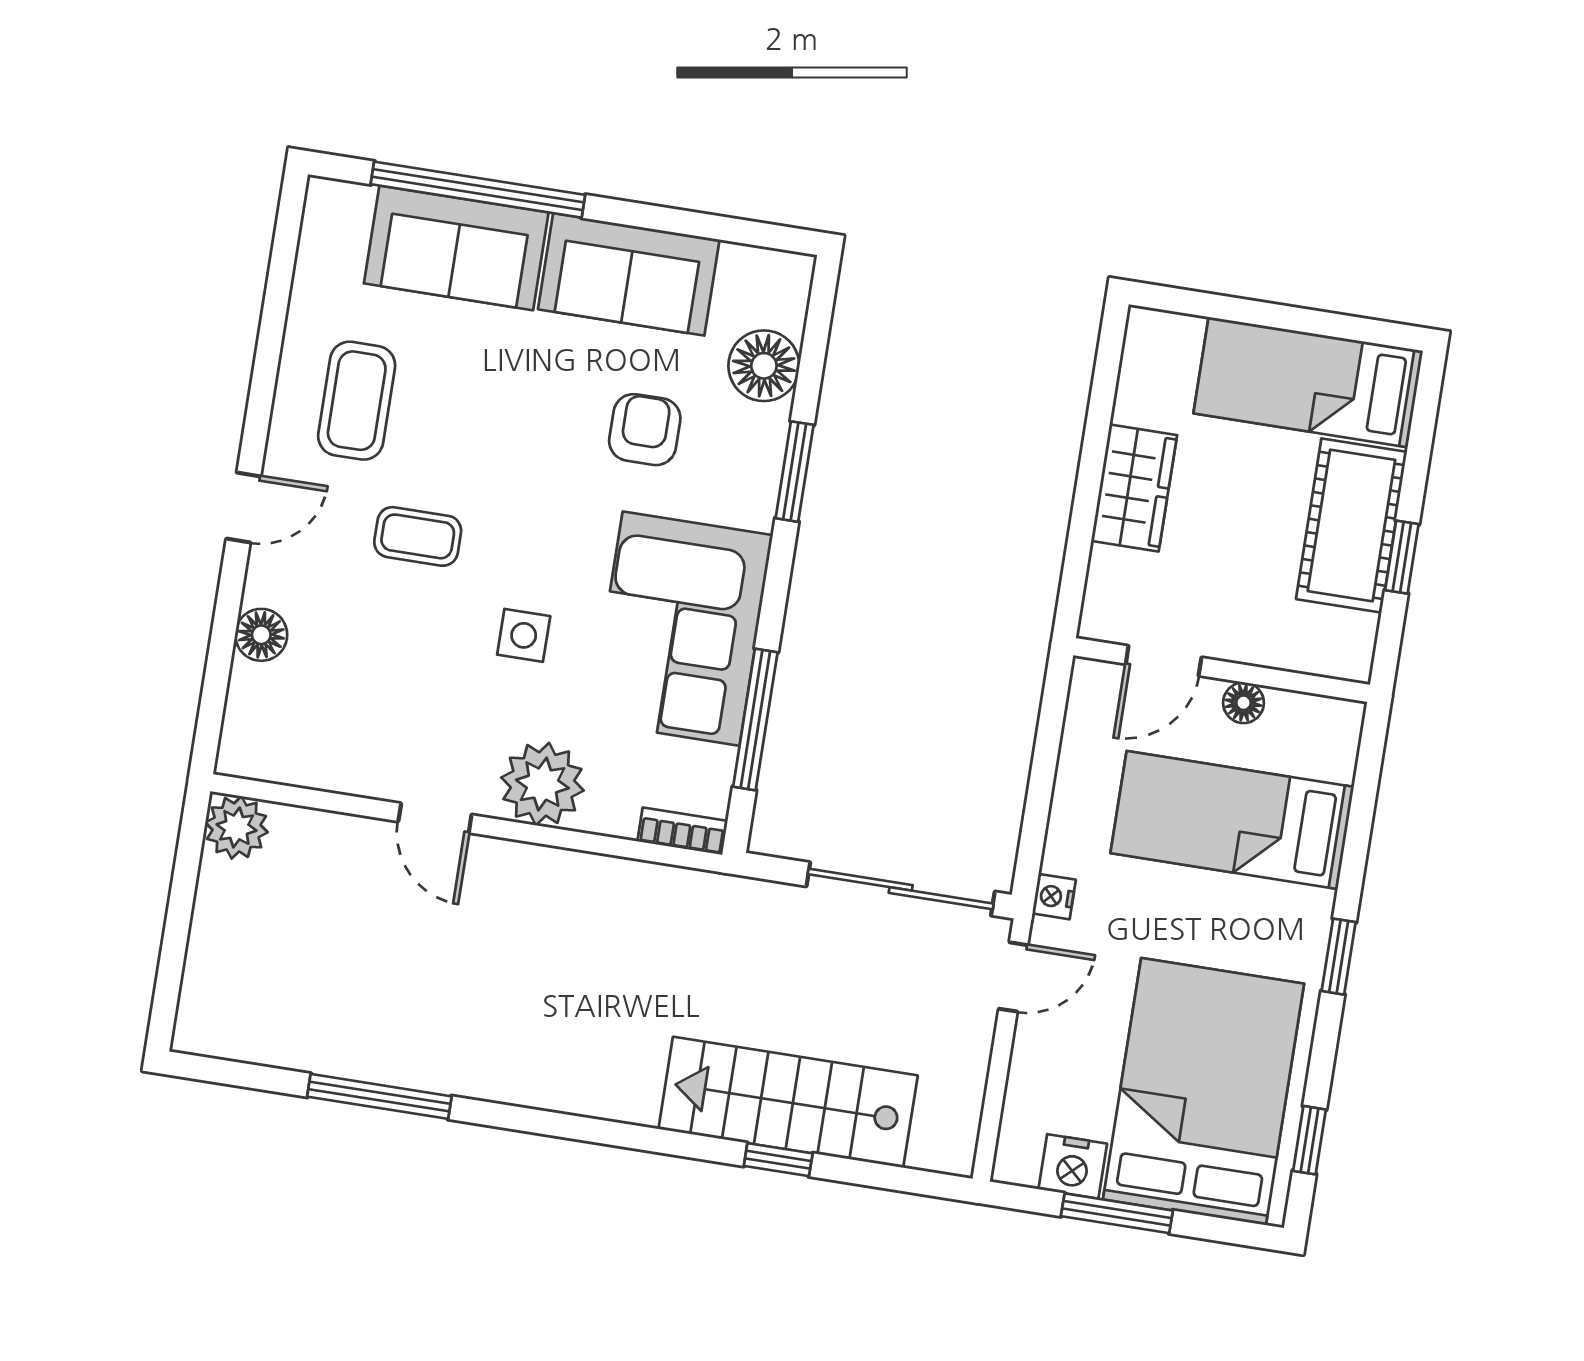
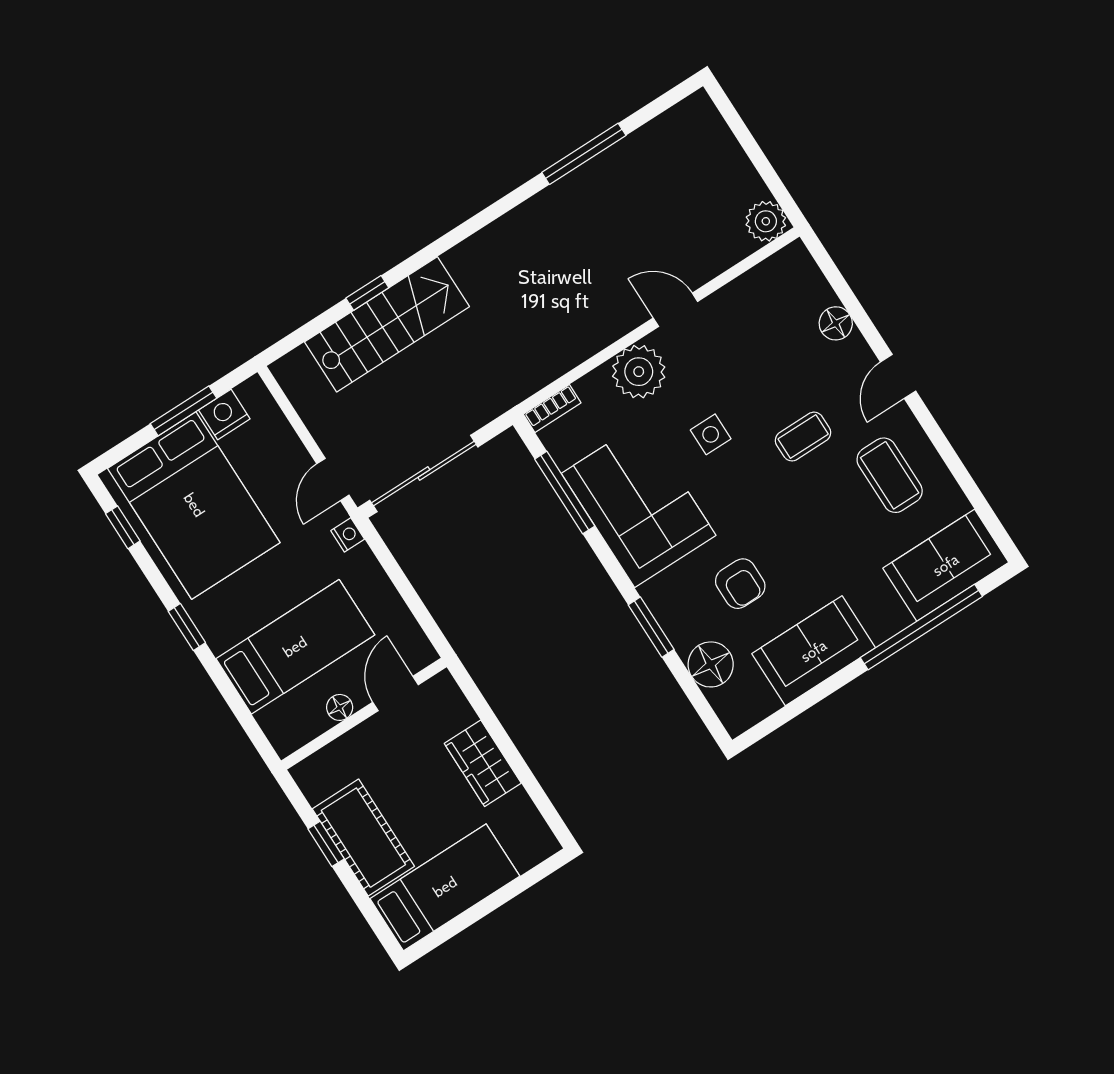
sofa: (456, 248) -> (946, 565), moved

